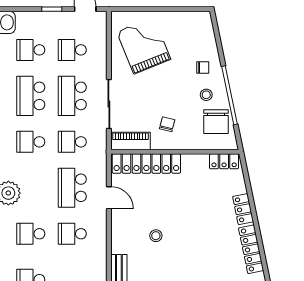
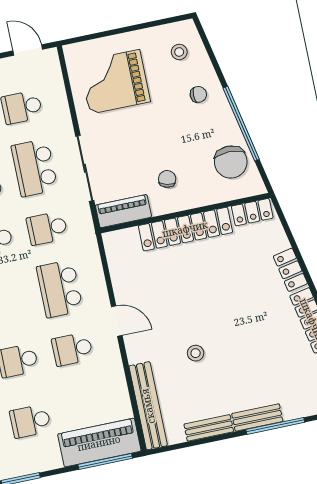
grand piano: (144, 46) -> (115, 82), turned -68
stool: (206, 95) -> (179, 52), moved
locker: (146, 164) -> (185, 229), moved
door: (109, 198) -> (117, 321), moved
stool: (156, 236) -> (196, 353), moved

